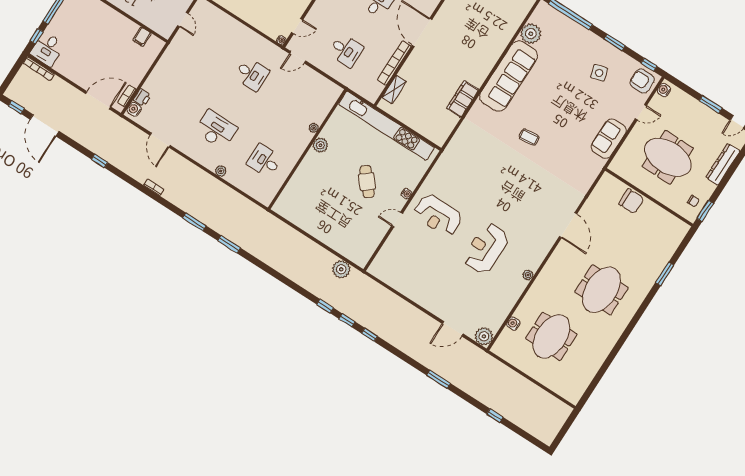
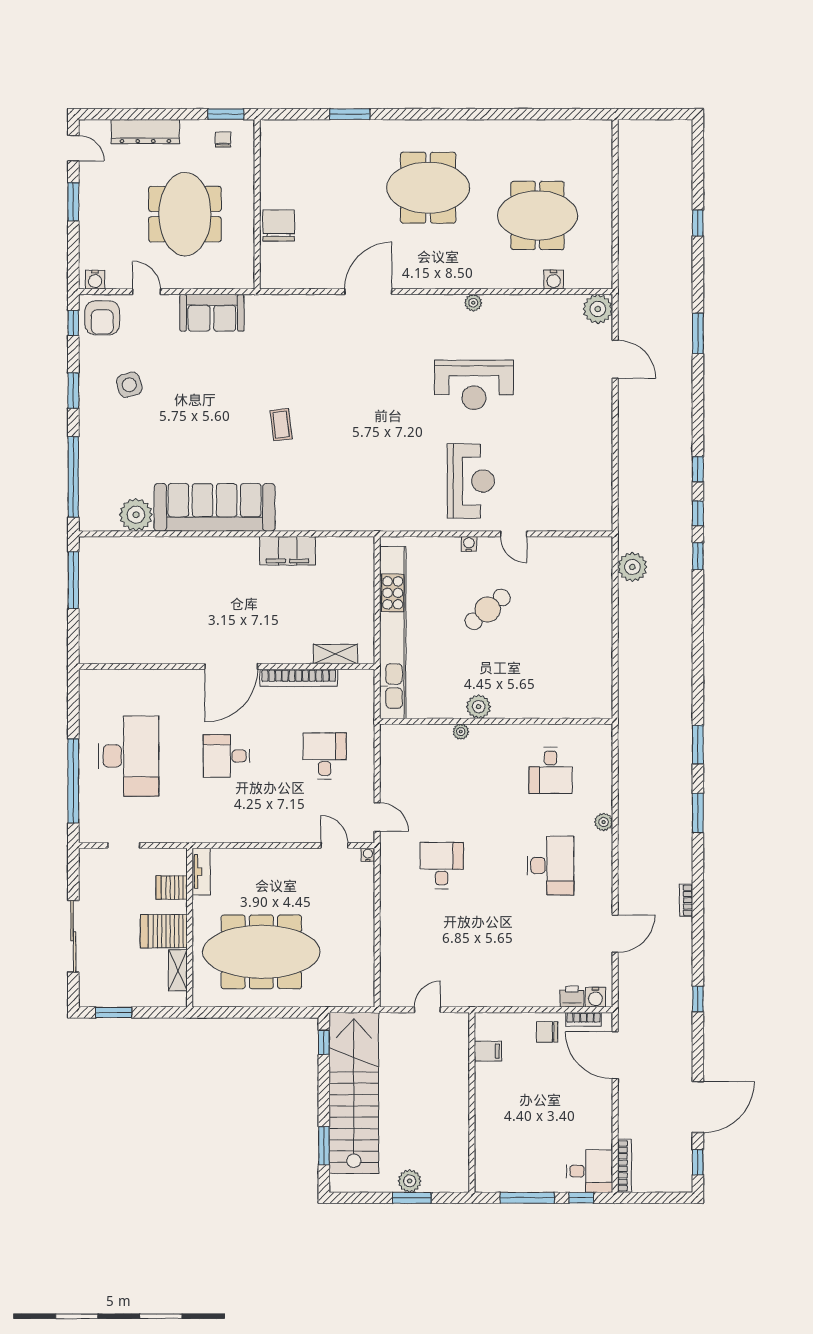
chair: (132, 73) -> (547, 1032), added
desk: (216, 130) -> (551, 865), turned 180

